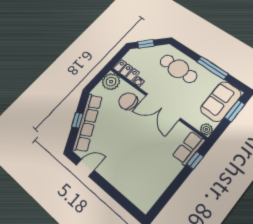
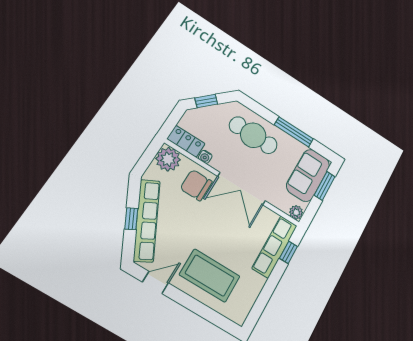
row of seats: (189, 148) -> (275, 247), width x1.48
coffee table: (127, 169) -> (210, 276), added

